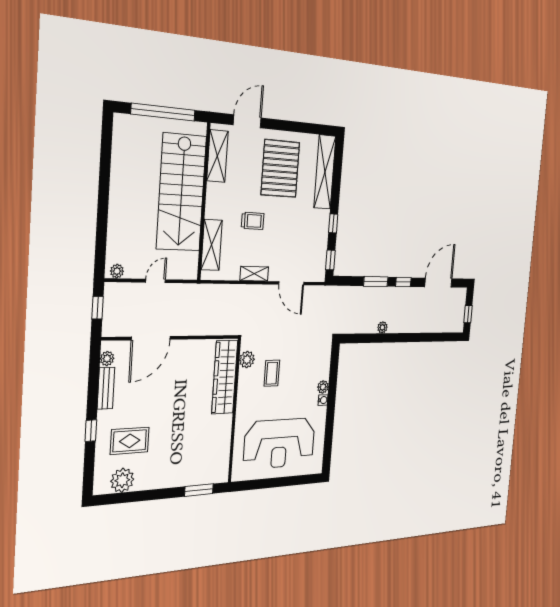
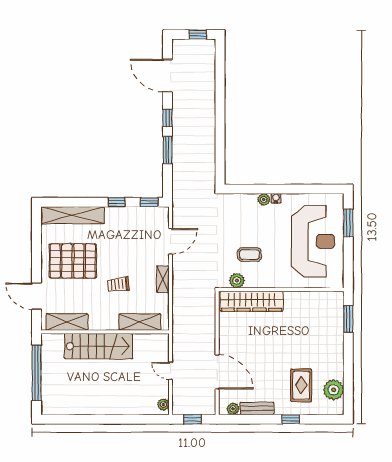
stairs: (181, 192) -> (98, 346), width x0.73, depth x0.66
trolley: (253, 221) -> (118, 284), turned -96
plant: (382, 327) -> (210, 138), removed
window: (294, 481) -> (348, 223), added

